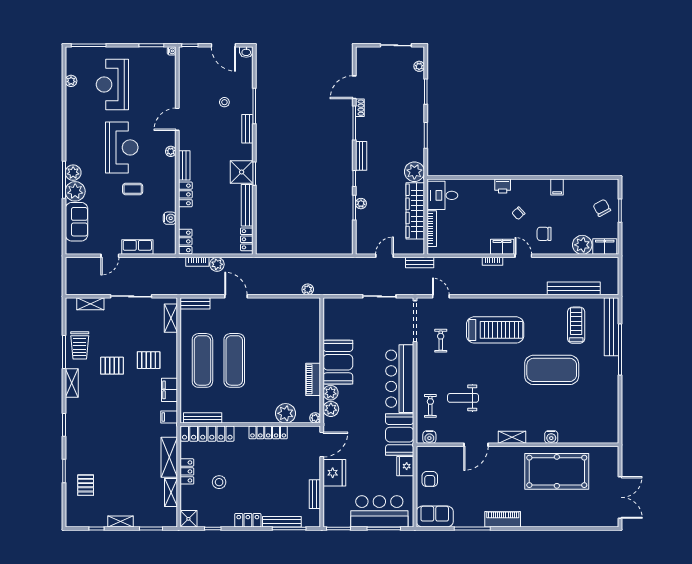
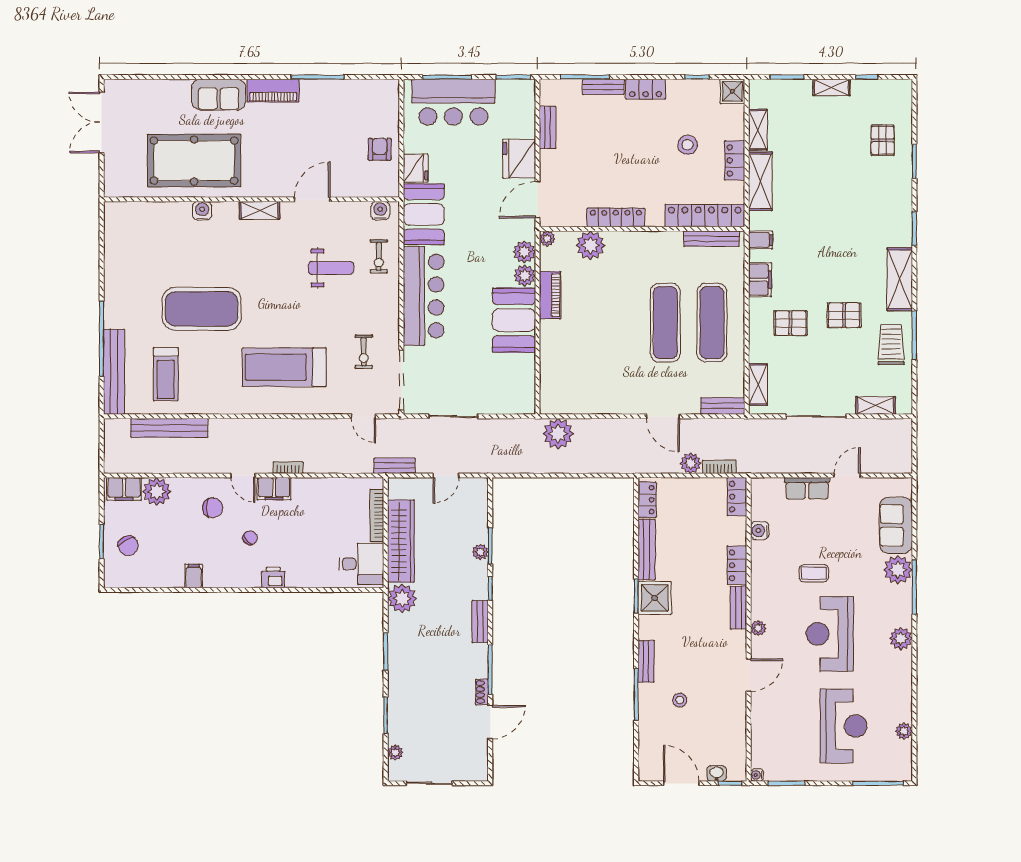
washbasin: (246, 52) -> (717, 773), moved
plant: (73, 173) -> (901, 638), moved
plant: (308, 289) -> (558, 434), width x1.87, depth x1.87
shelving: (72, 383) -> (900, 279), width x1.50, depth x1.33
sofa: (435, 516) -> (219, 95), moved
bench: (282, 522) -> (603, 87), width x0.73

